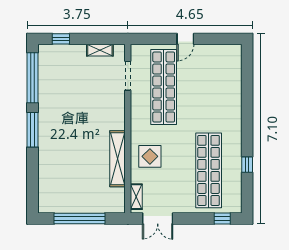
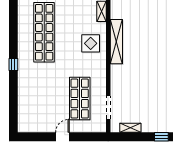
shop shelf: (164, 87) -> (80, 99), width x0.71
window: (247, 165) -> (13, 64), moved

